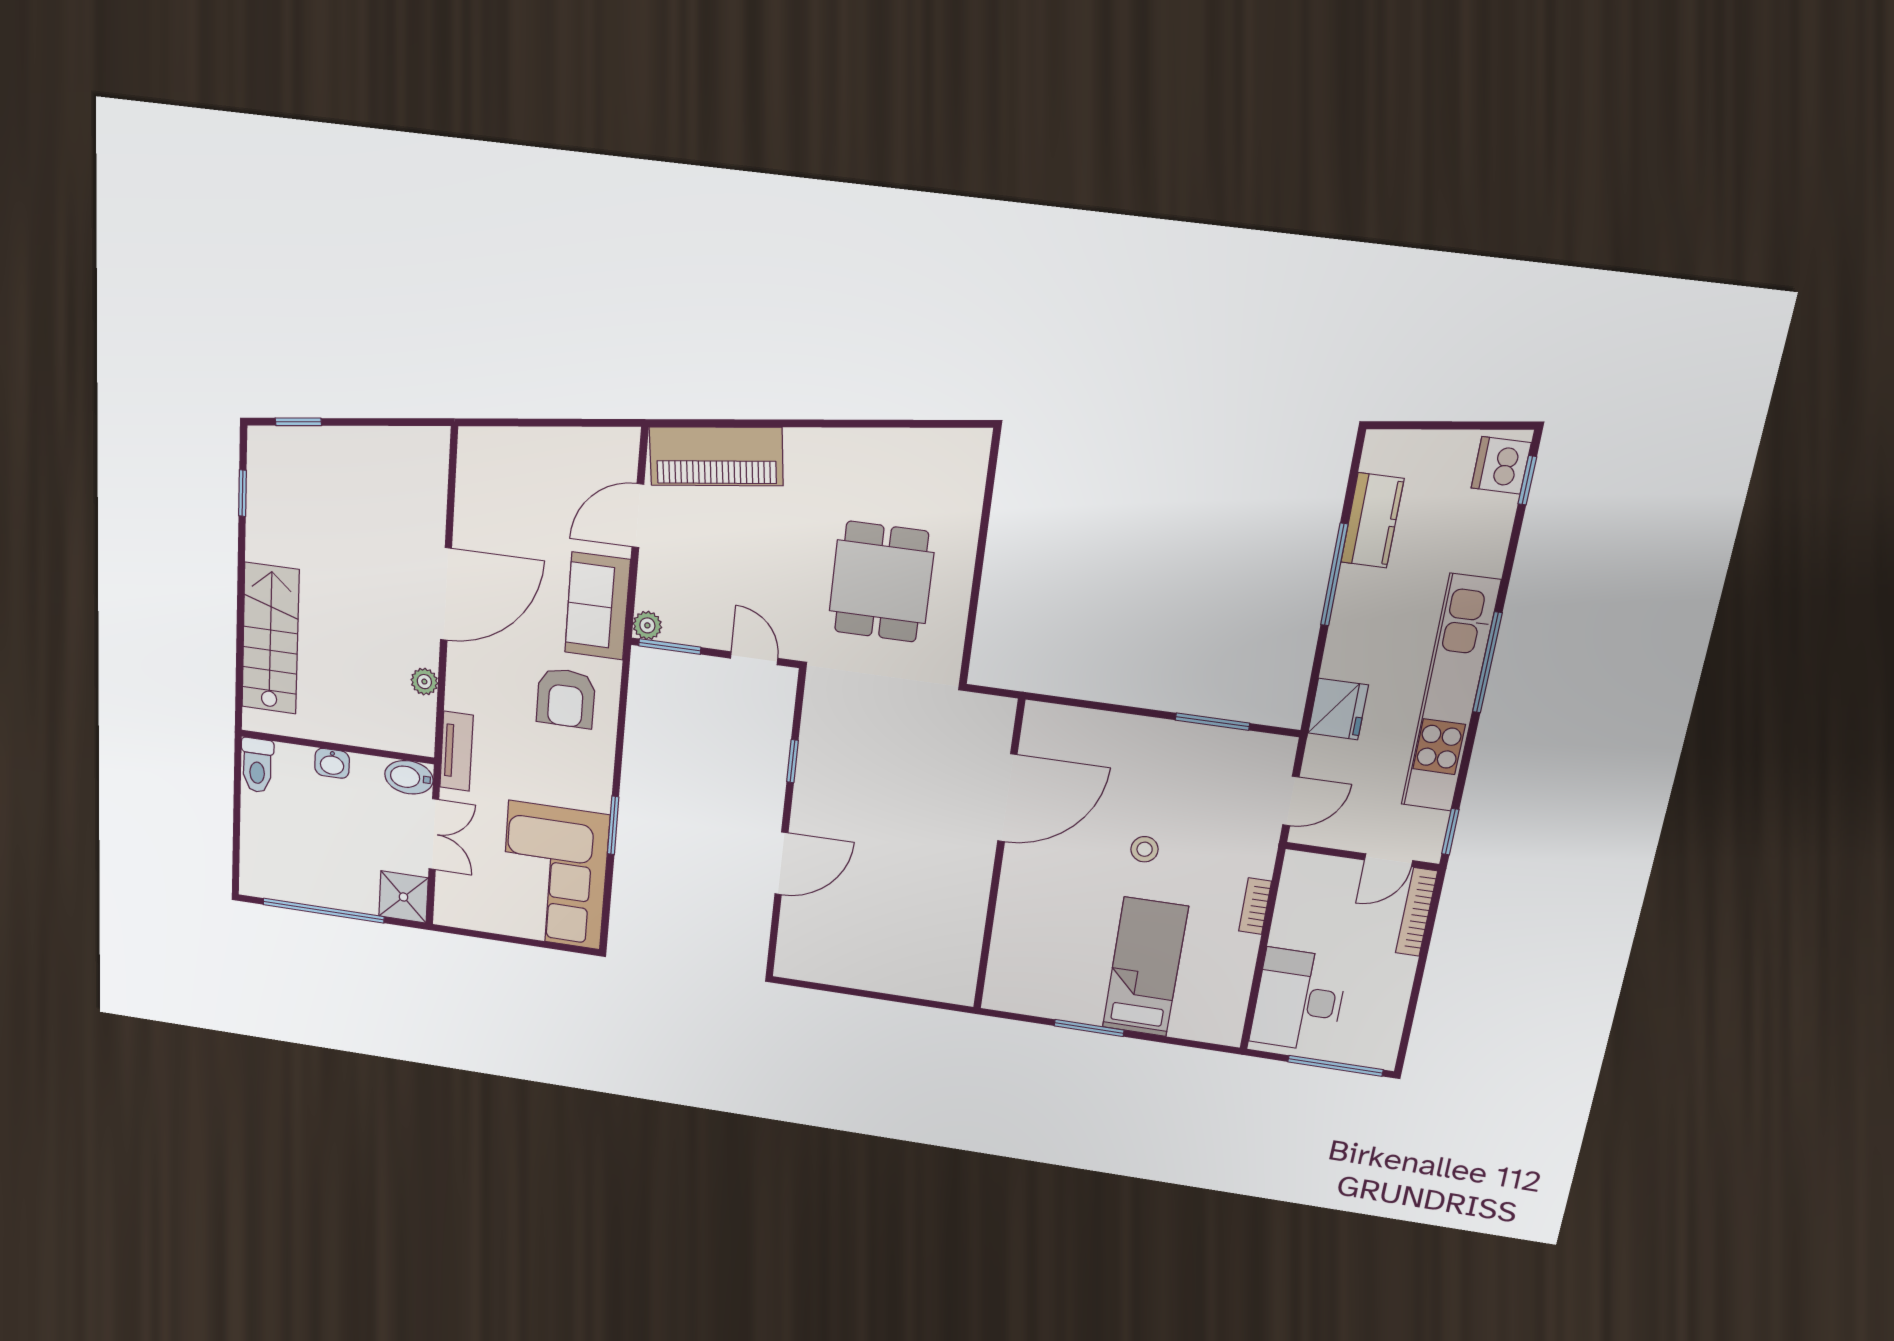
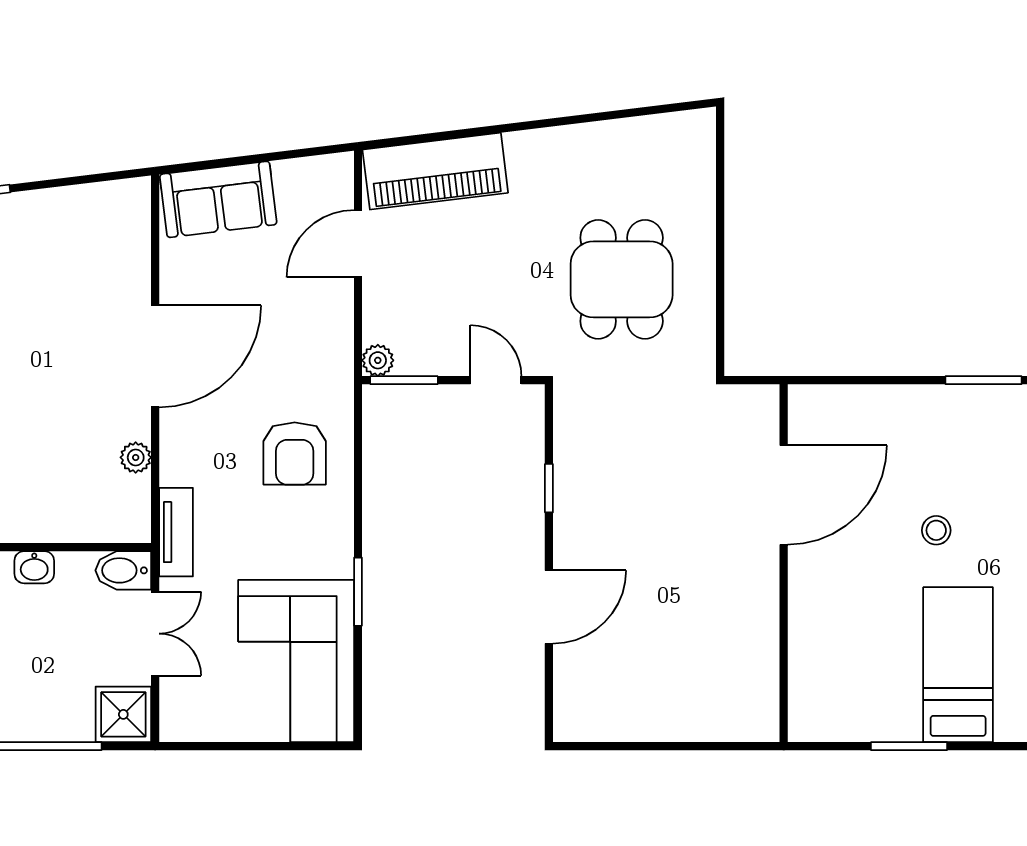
sofa: (597, 606) -> (218, 199), moved, turned -97

